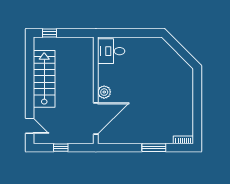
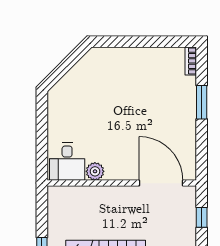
plant: (104, 92) -> (95, 171), moved
window: (61, 148) -> (202, 217), moved

